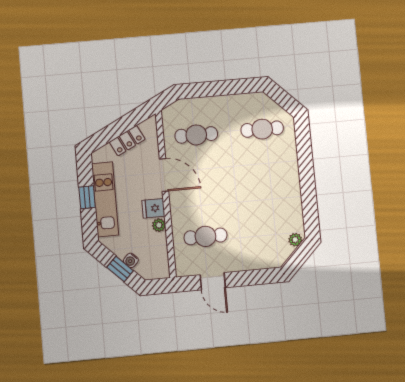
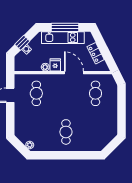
cafe table: (262, 129) -> (66, 132), moved
door: (164, 175) -> (74, 73), swing flipped
window: (87, 197) -> (65, 27), width x2.17

